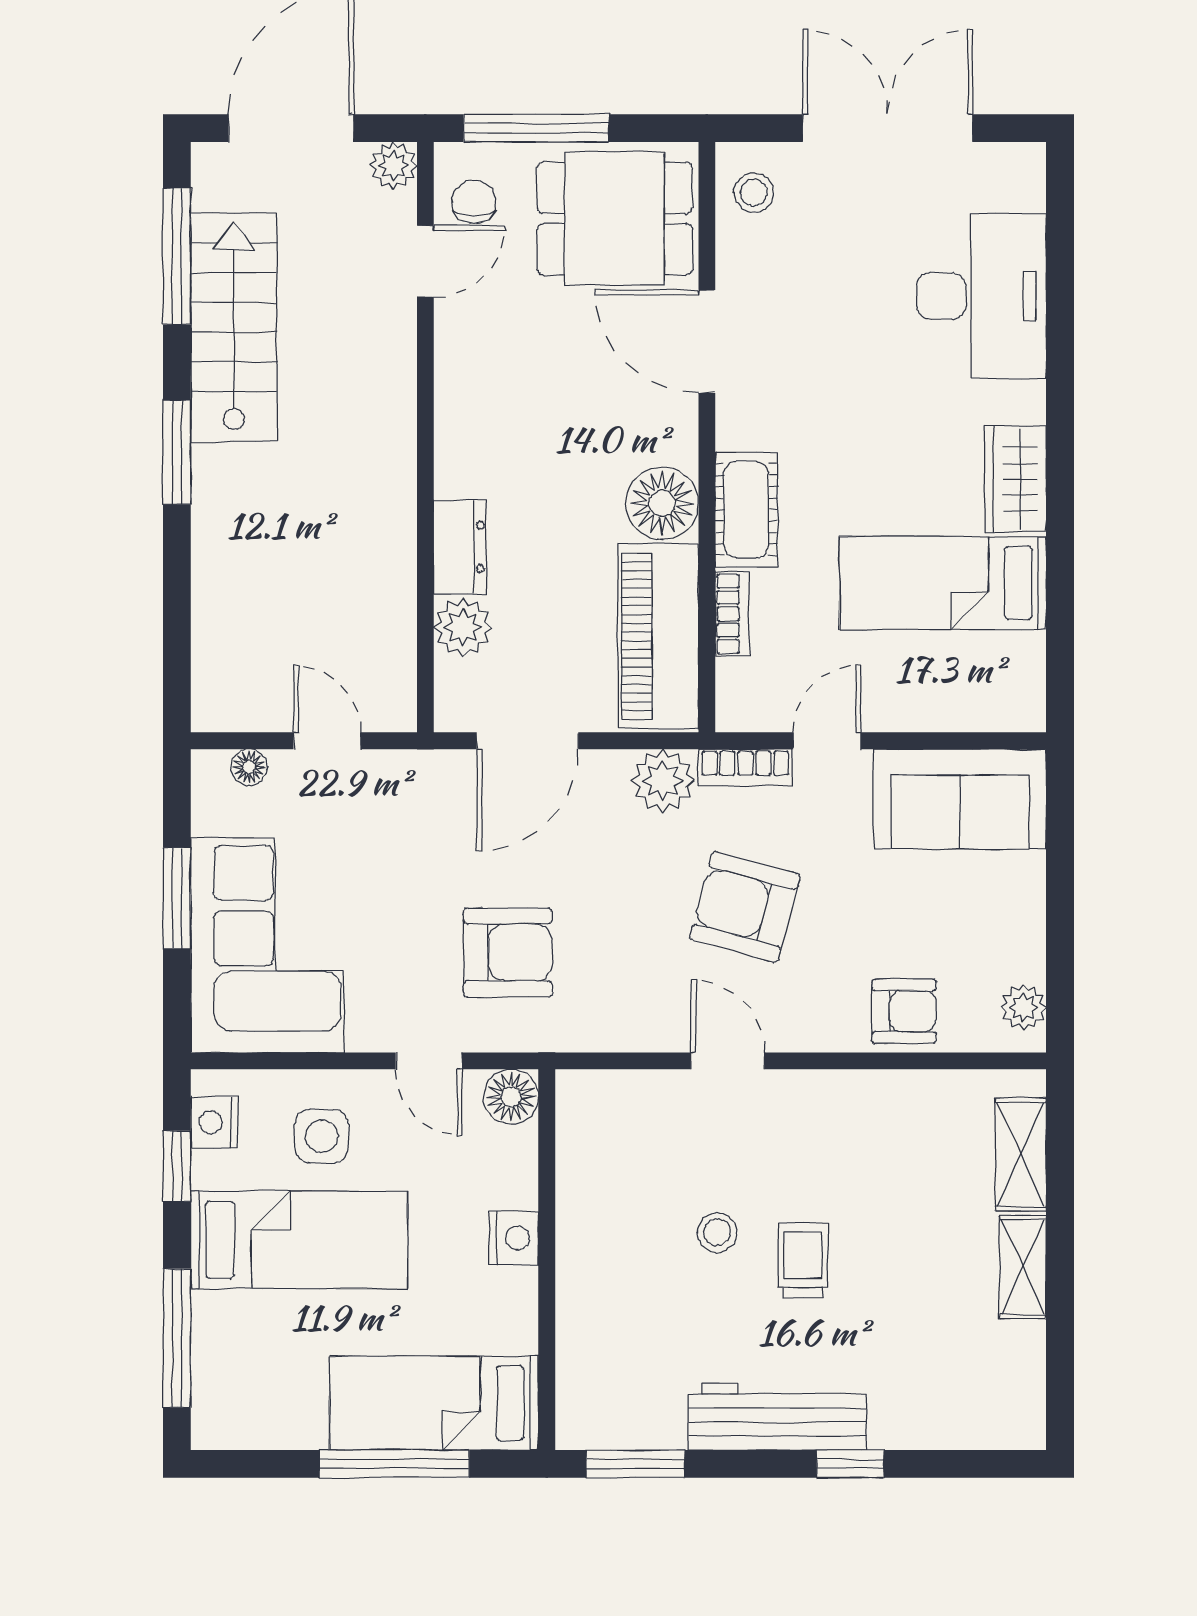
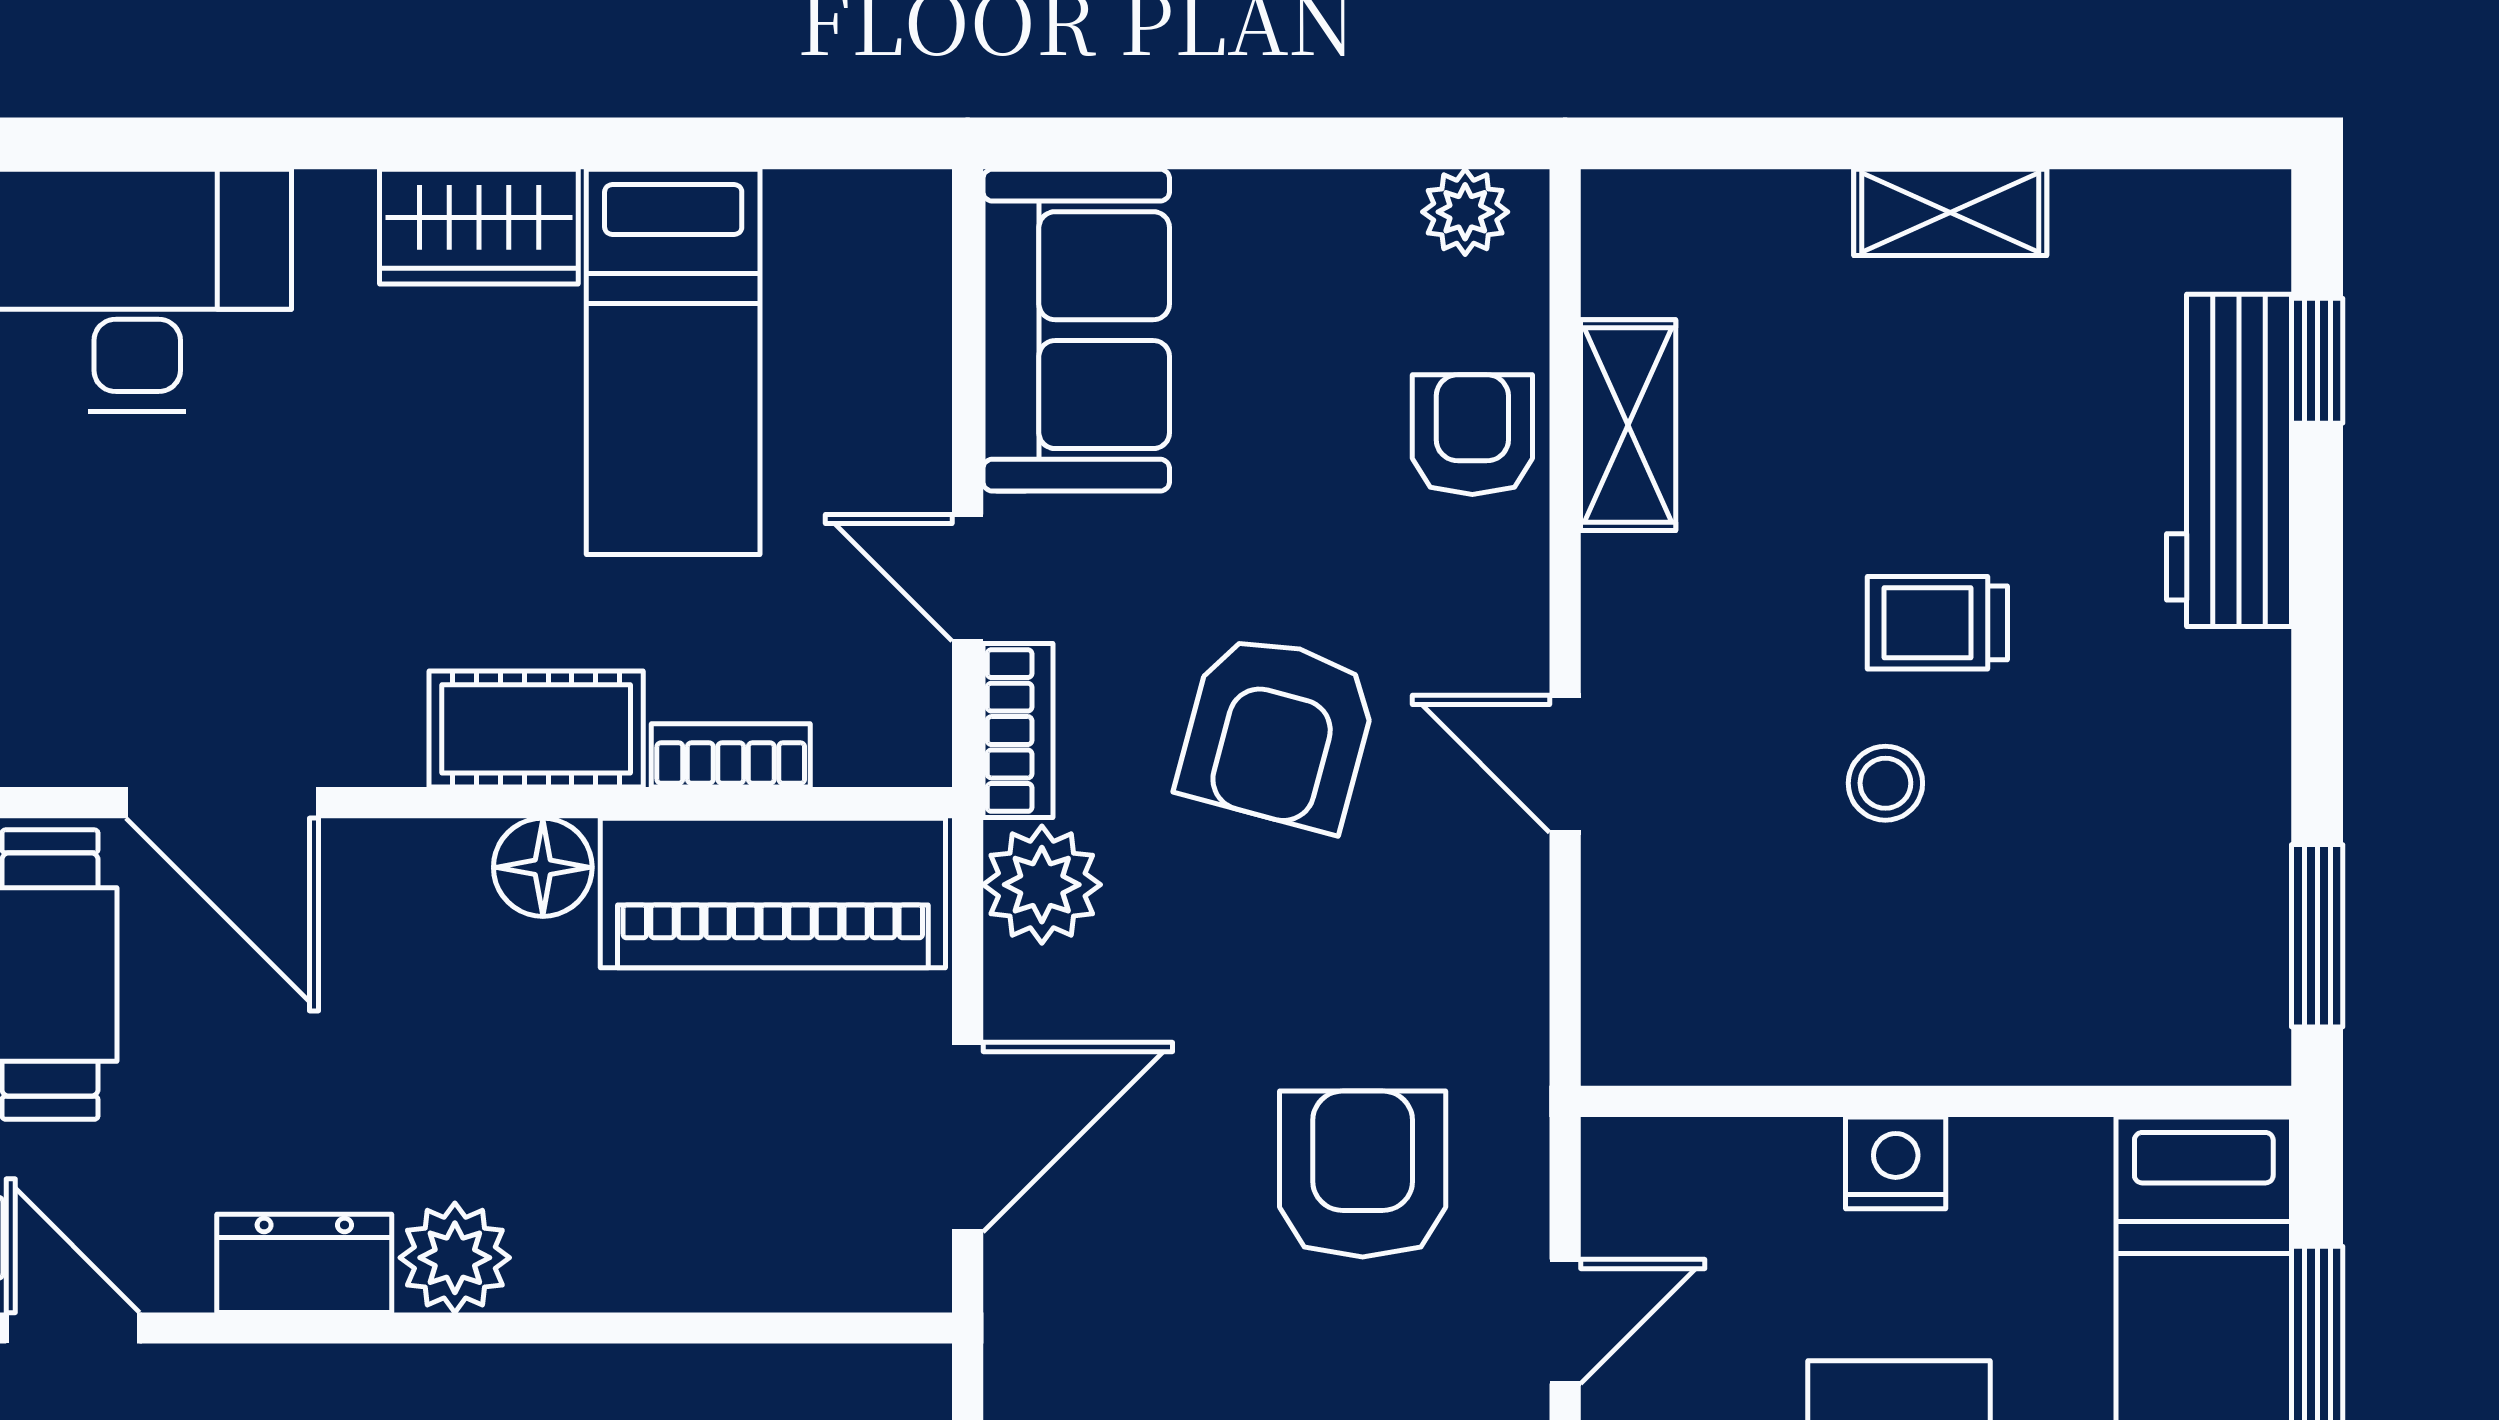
door: (707, 341) -> (222, 803), hinge flipped
floor lamp: (662, 503) -> (543, 867), width x0.73, depth x0.73
dresser: (460, 547) -> (304, 1263), moved
plant: (463, 627) -> (455, 1258), moved
door: (528, 741) -> (968, 1137), hinge flipped
door: (728, 1061) -> (1565, 764), hinge flipped
floor lamp: (511, 1097) -> (1632, 1168), removed
shelving: (1021, 1155) -> (1628, 425), moved, turned 90
workbench: (777, 1417) -> (2229, 460), moved
window: (850, 1464) -> (2317, 361), moved

